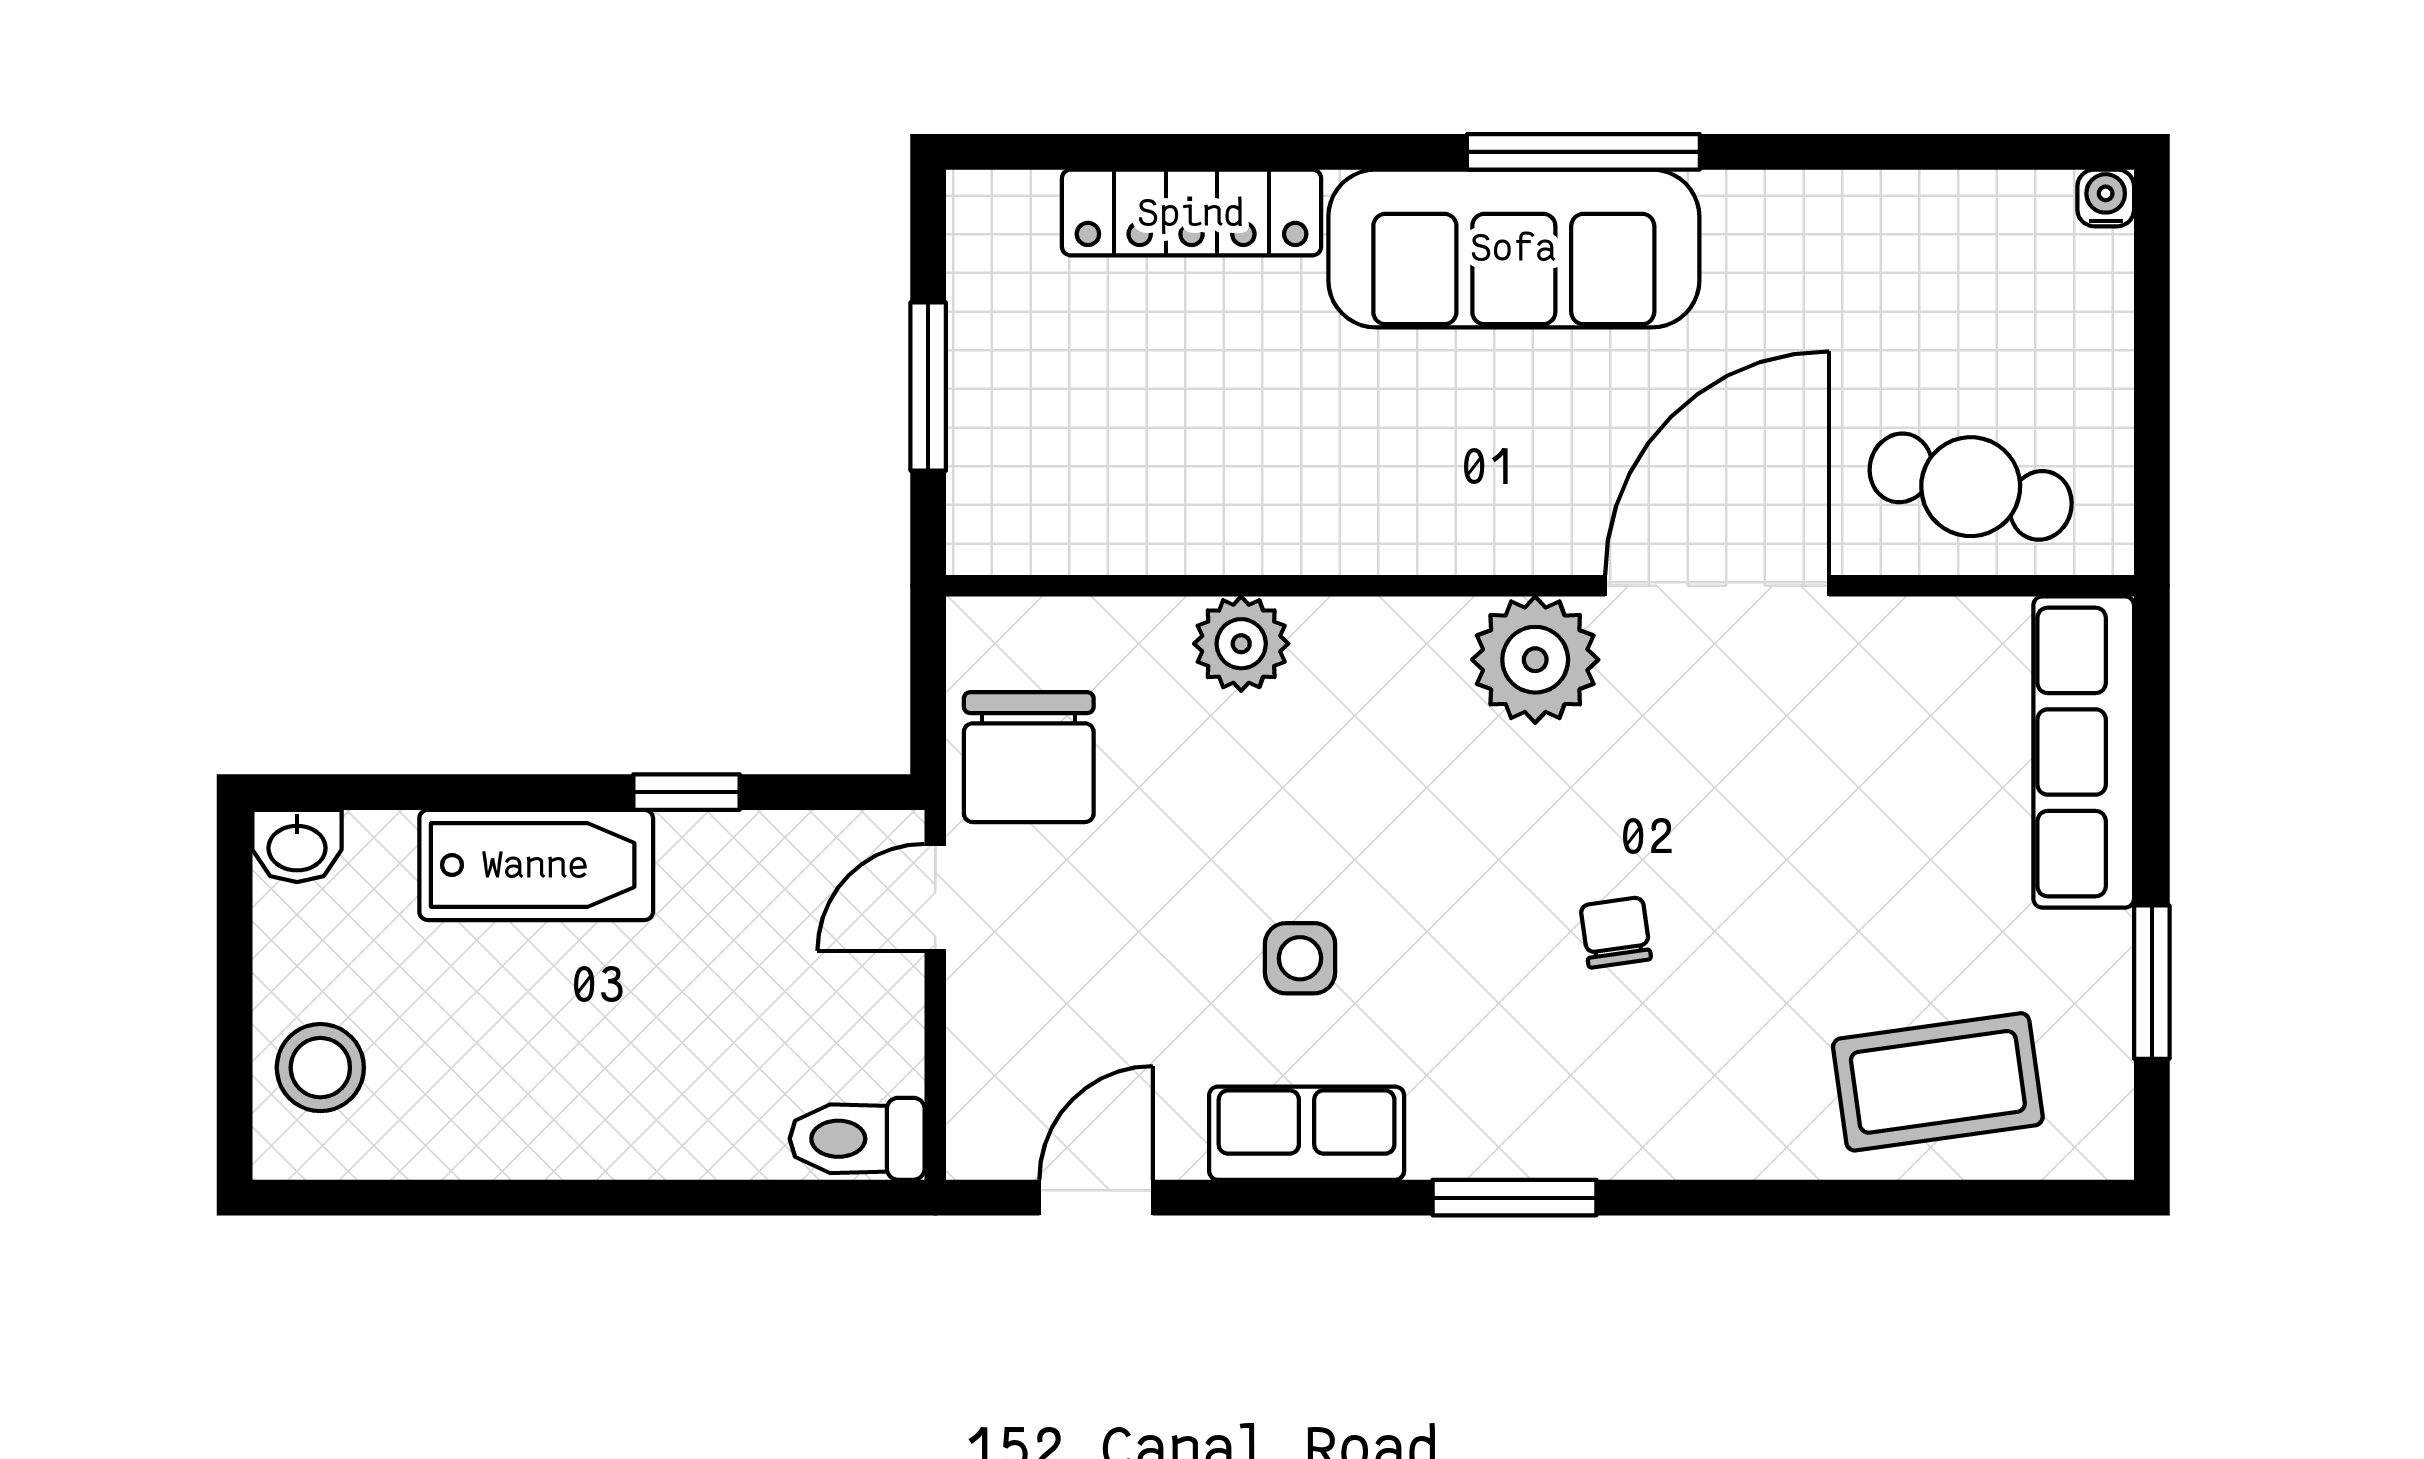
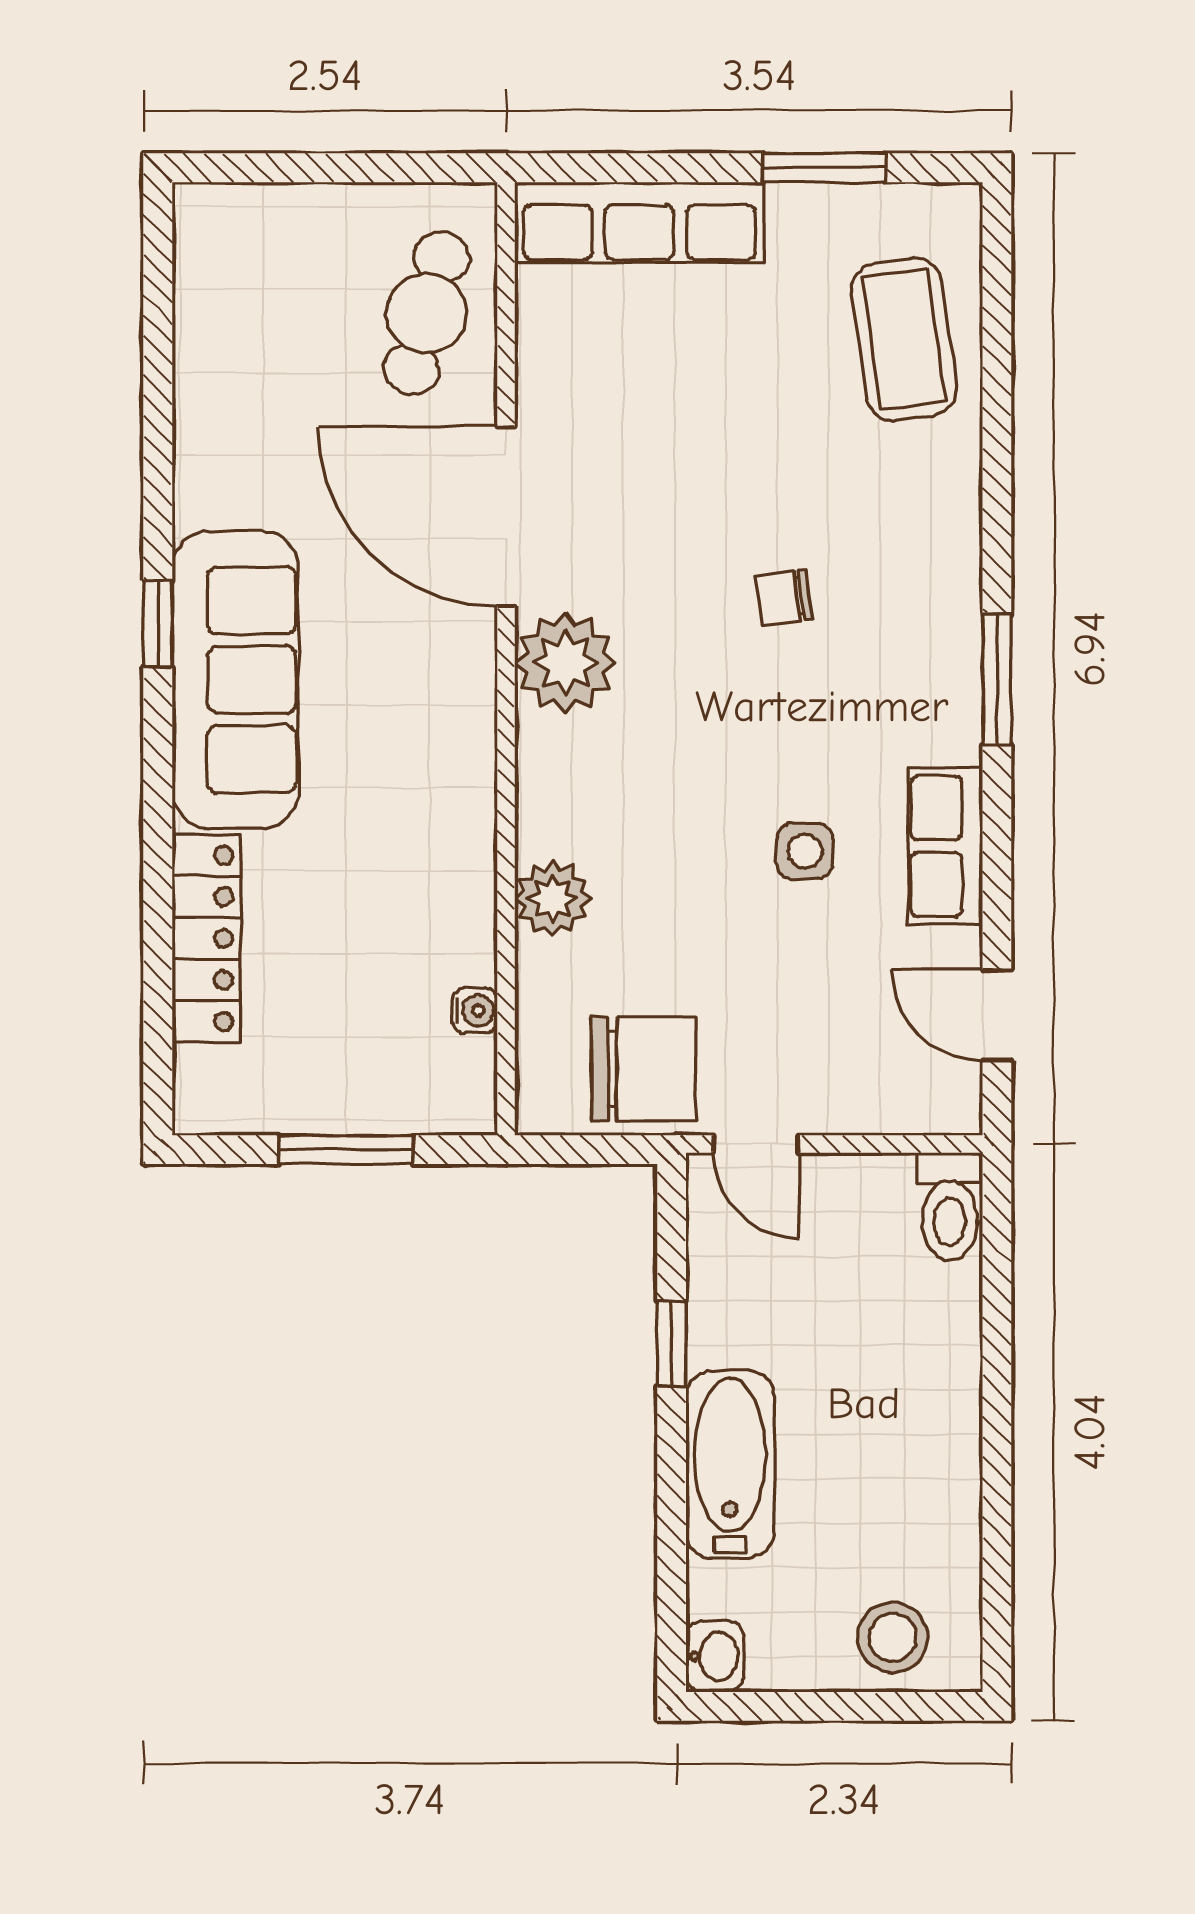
window: (1583, 152) -> (158, 624), width x0.46
water cooler: (2106, 198) -> (475, 1011), moved, turned 180

